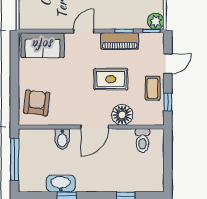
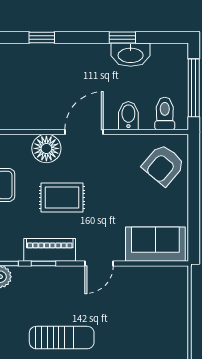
armchair: (37, 103) -> (163, 165), turned 33
toilet: (142, 141) -> (165, 113), moved

